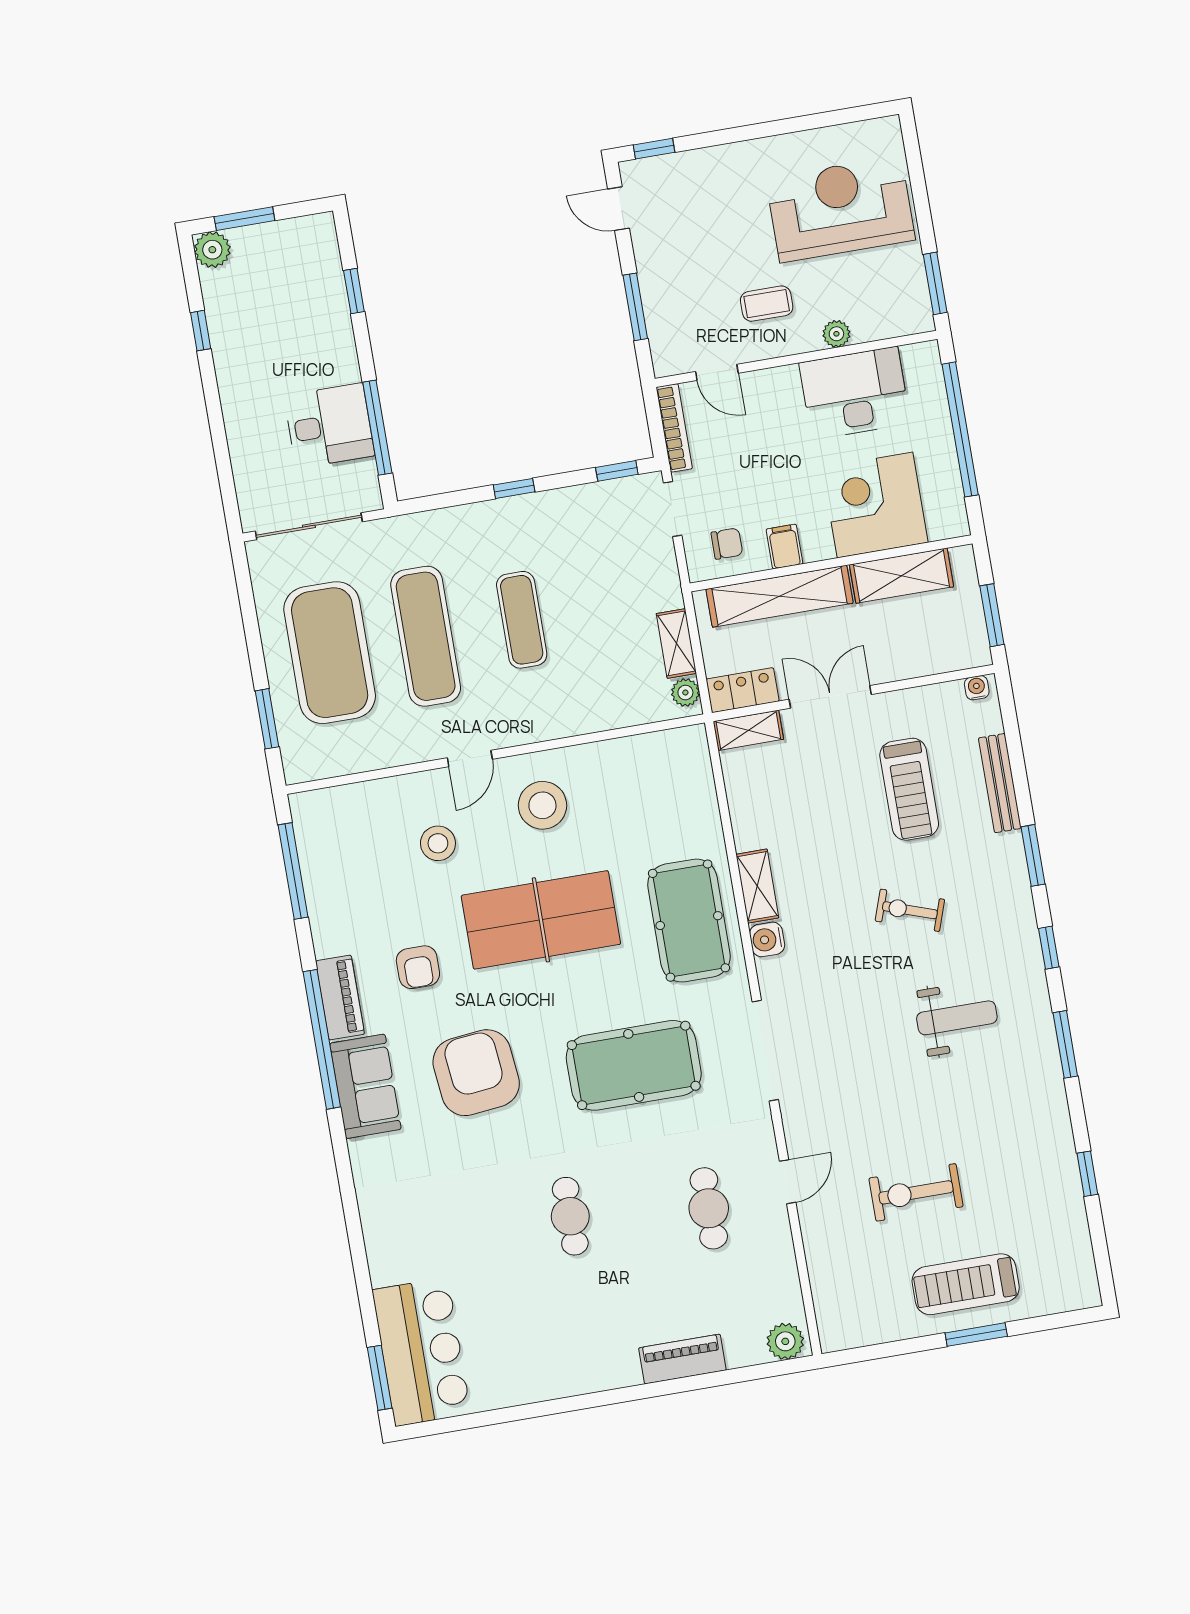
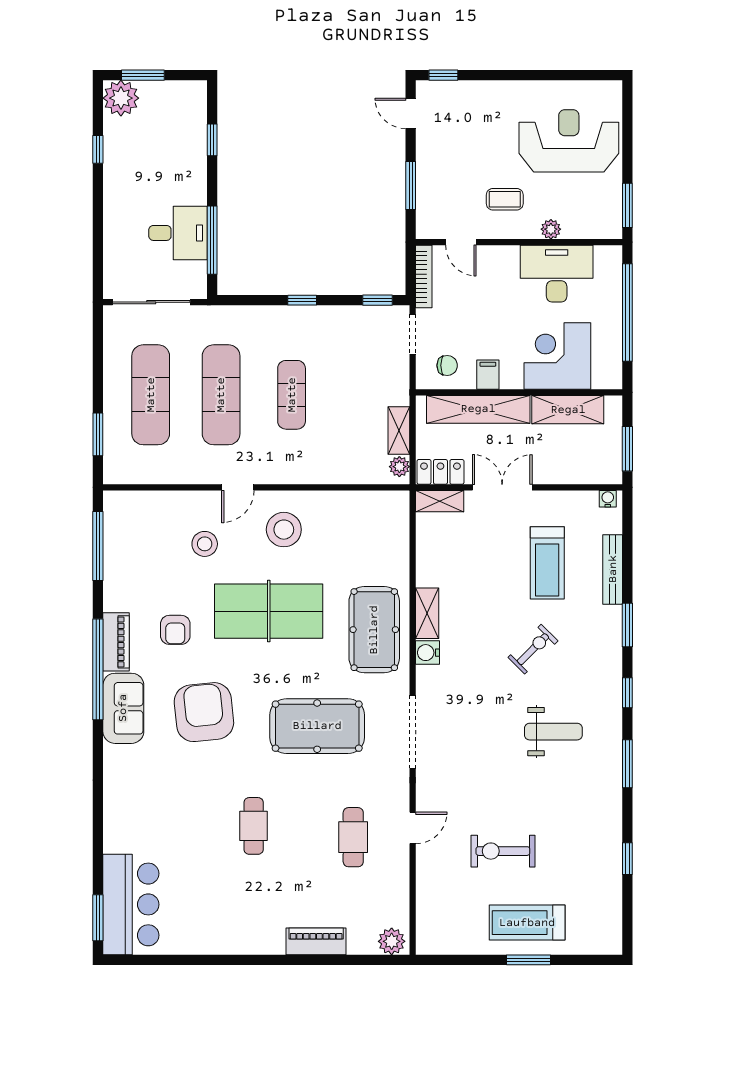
plant: (212, 250) -> (121, 98), width x1.36, depth x1.36
exercise mat: (330, 653) -> (151, 395), width x0.68
exercise bike: (910, 910) -> (533, 649), turned 116

